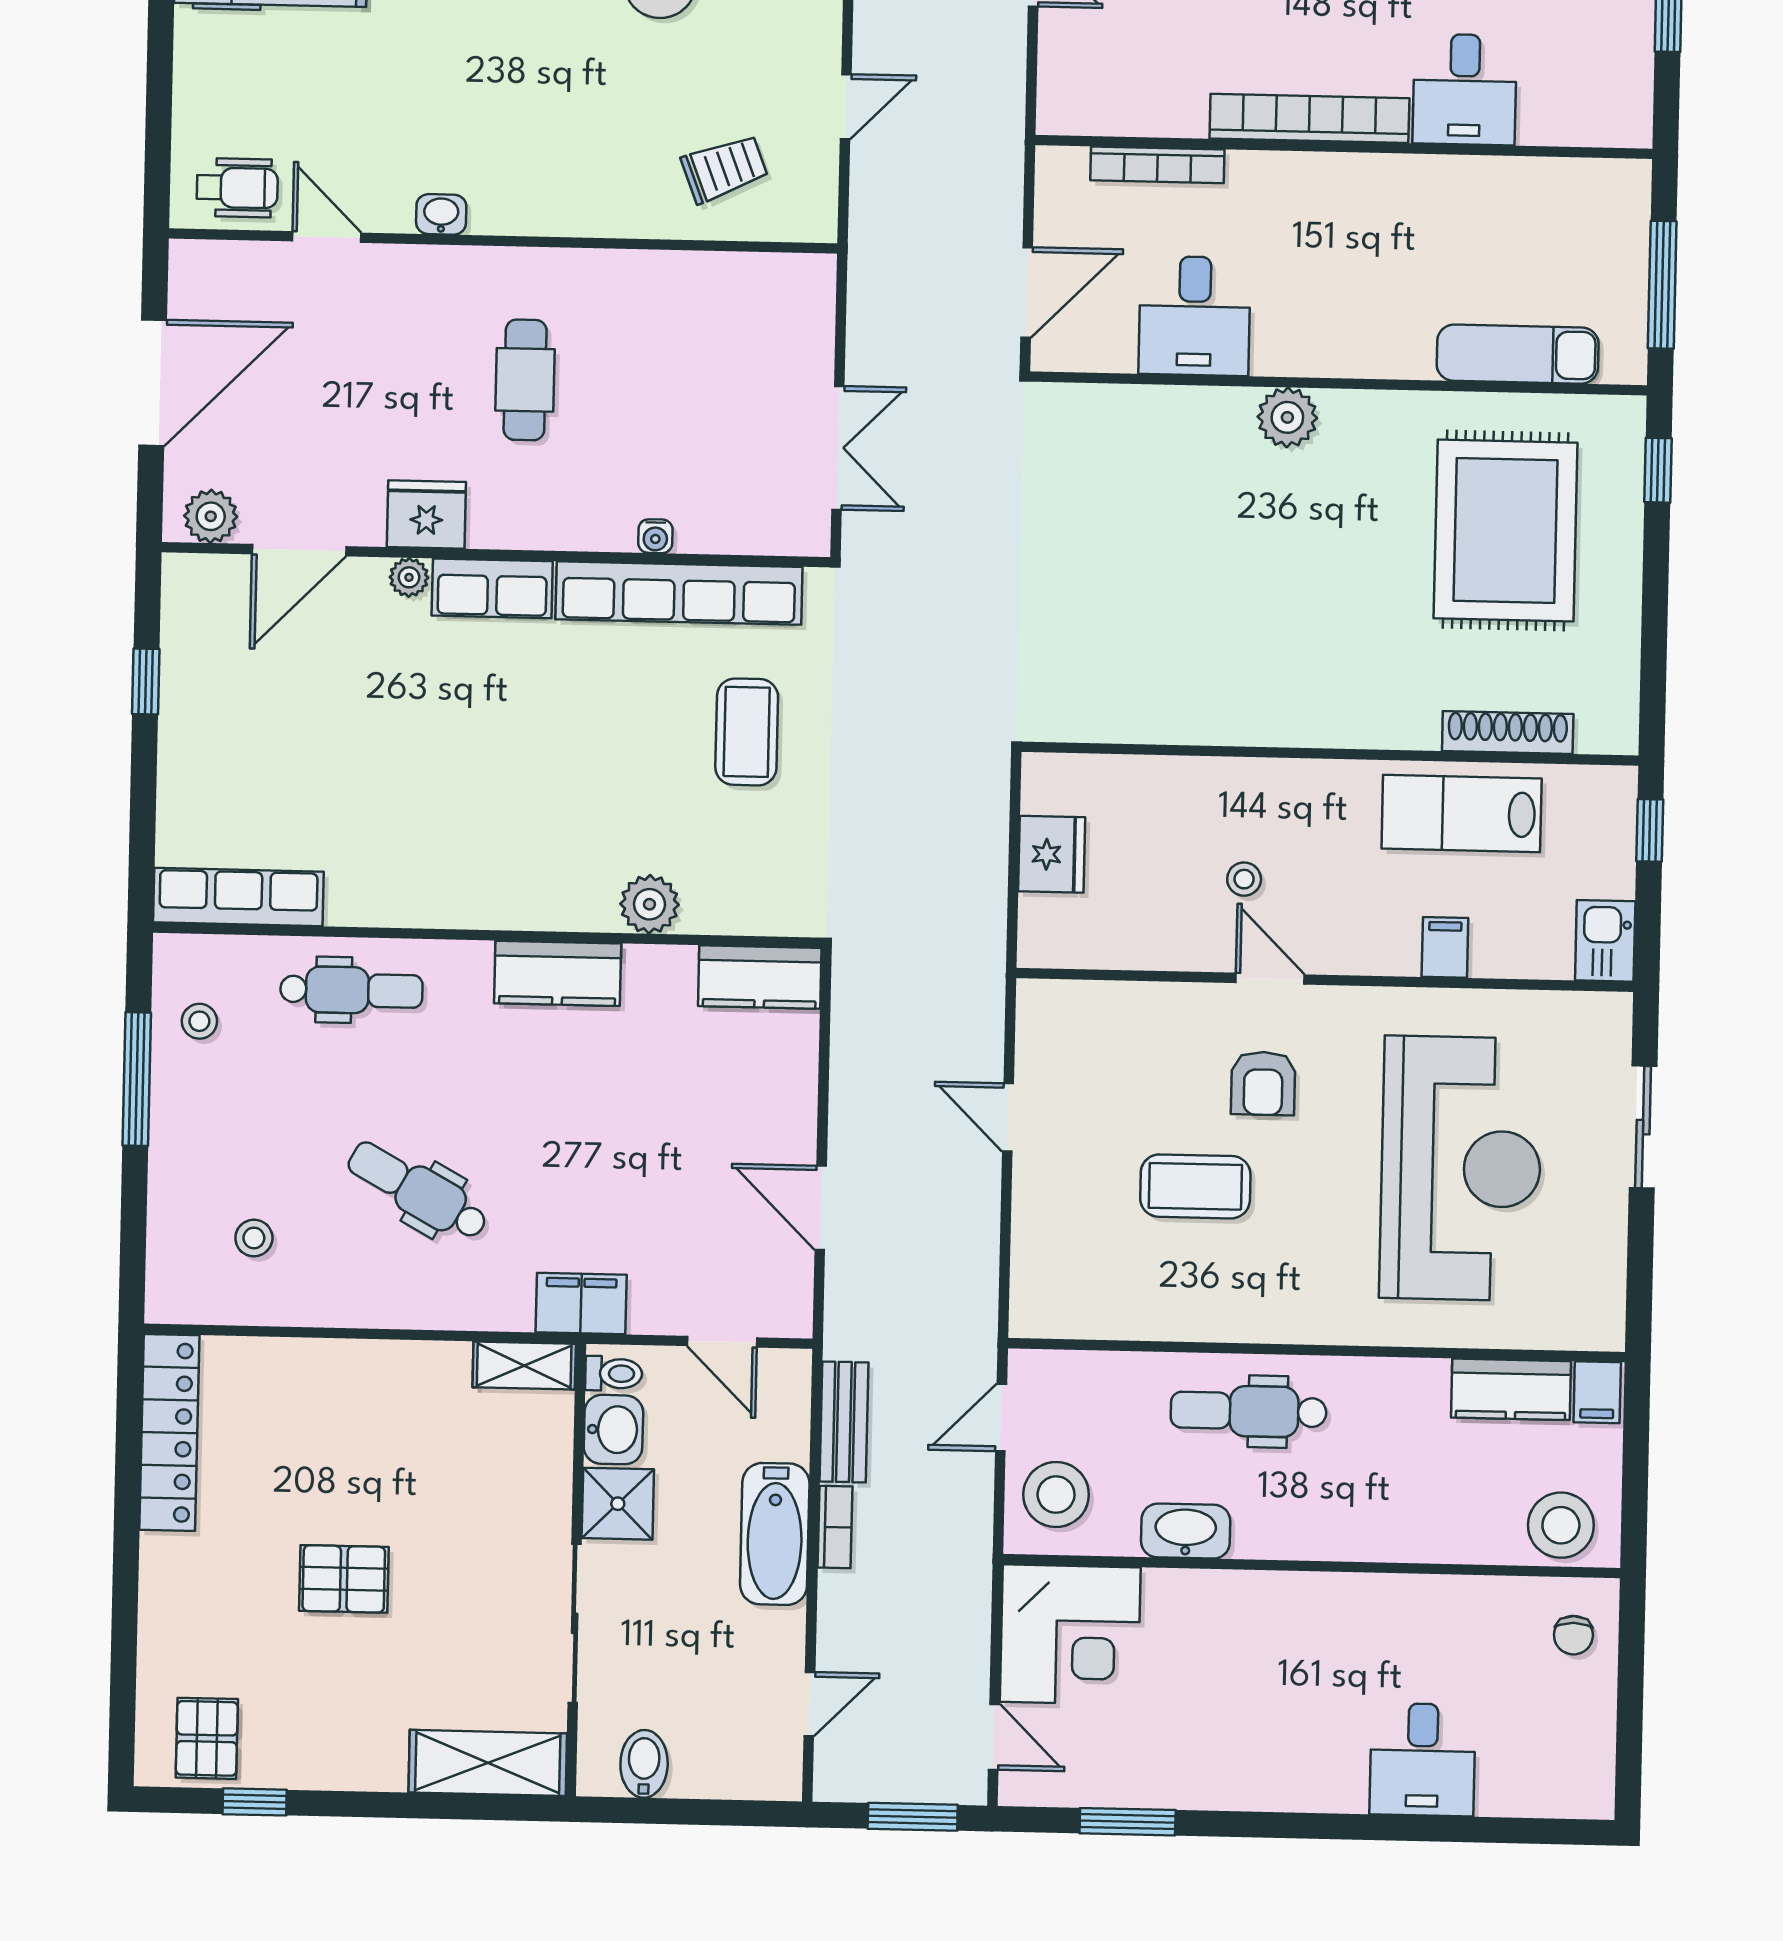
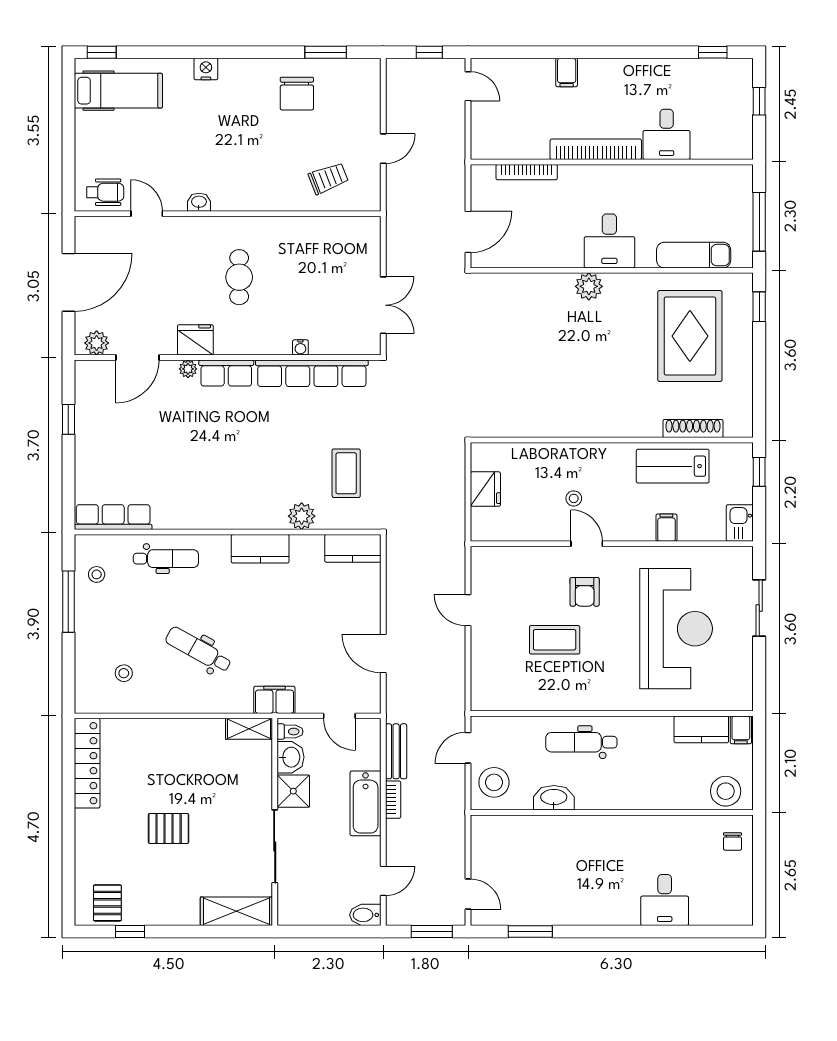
desk: (1195, 316) -> (609, 241), moved
coffee table: (747, 732) -> (346, 473), moved
corner desk: (1070, 1635) -> (502, 846), removed
bidet: (644, 1764) -> (365, 915), moved, turned -90

